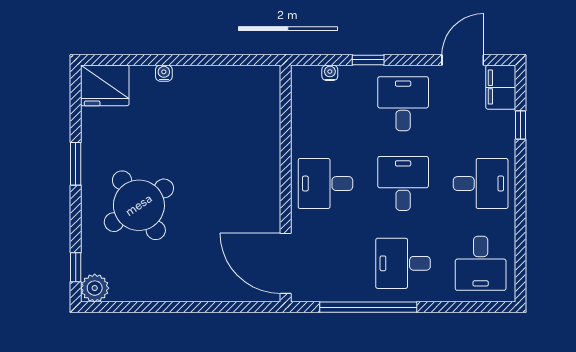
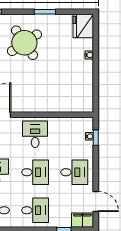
window: (368, 60) -> (96, 138), moved
desk: (481, 184) -> (35, 210), turned -90

